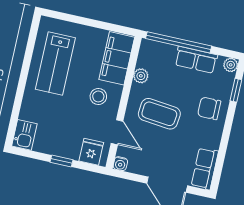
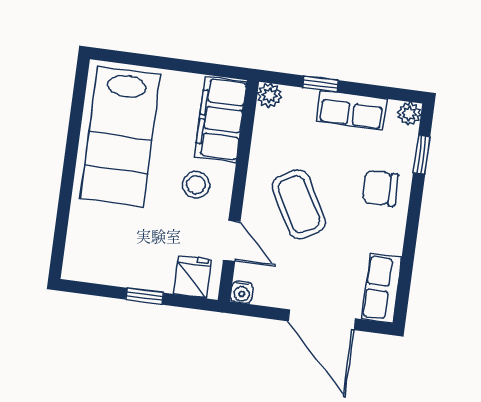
window: (179, 42) -> (320, 84), width x0.32
lab bench: (55, 63) -> (120, 136), width x1.36, depth x1.39
plant: (141, 76) -> (269, 95), moved
coffee table: (159, 114) -> (299, 204), turned 55
kitchen sink: (24, 135) -> (80, 259), removed

